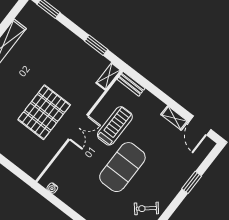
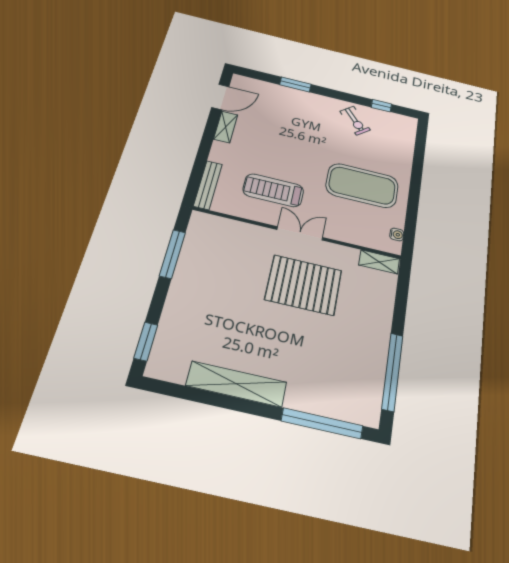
window: (96, 45) -> (172, 254), width x1.44
shelving: (109, 76) -> (379, 262), moved
bench: (131, 84) -> (208, 185), width x1.36
exercise mat: (122, 167) -> (362, 186), moved

